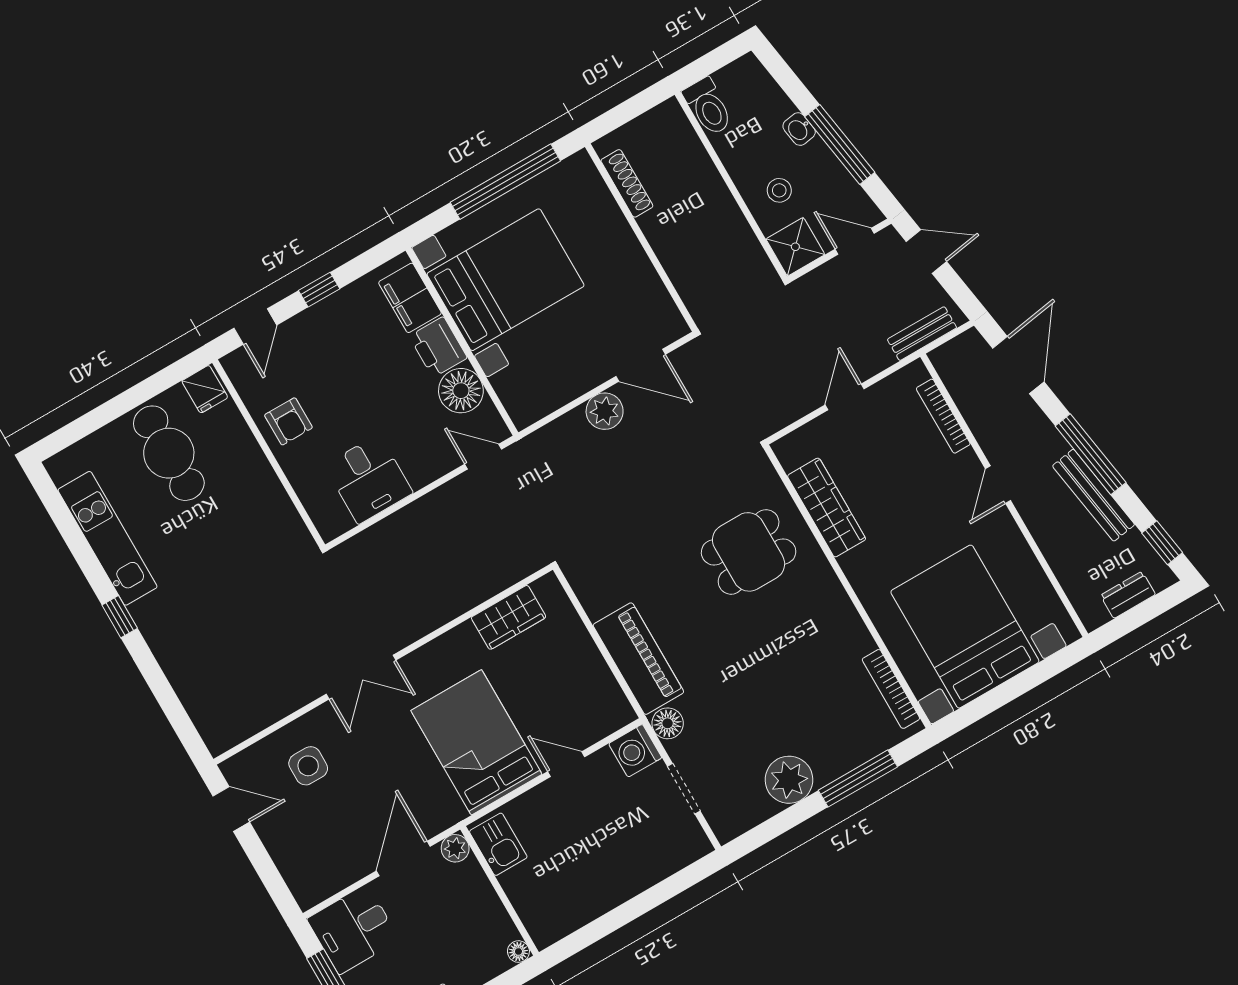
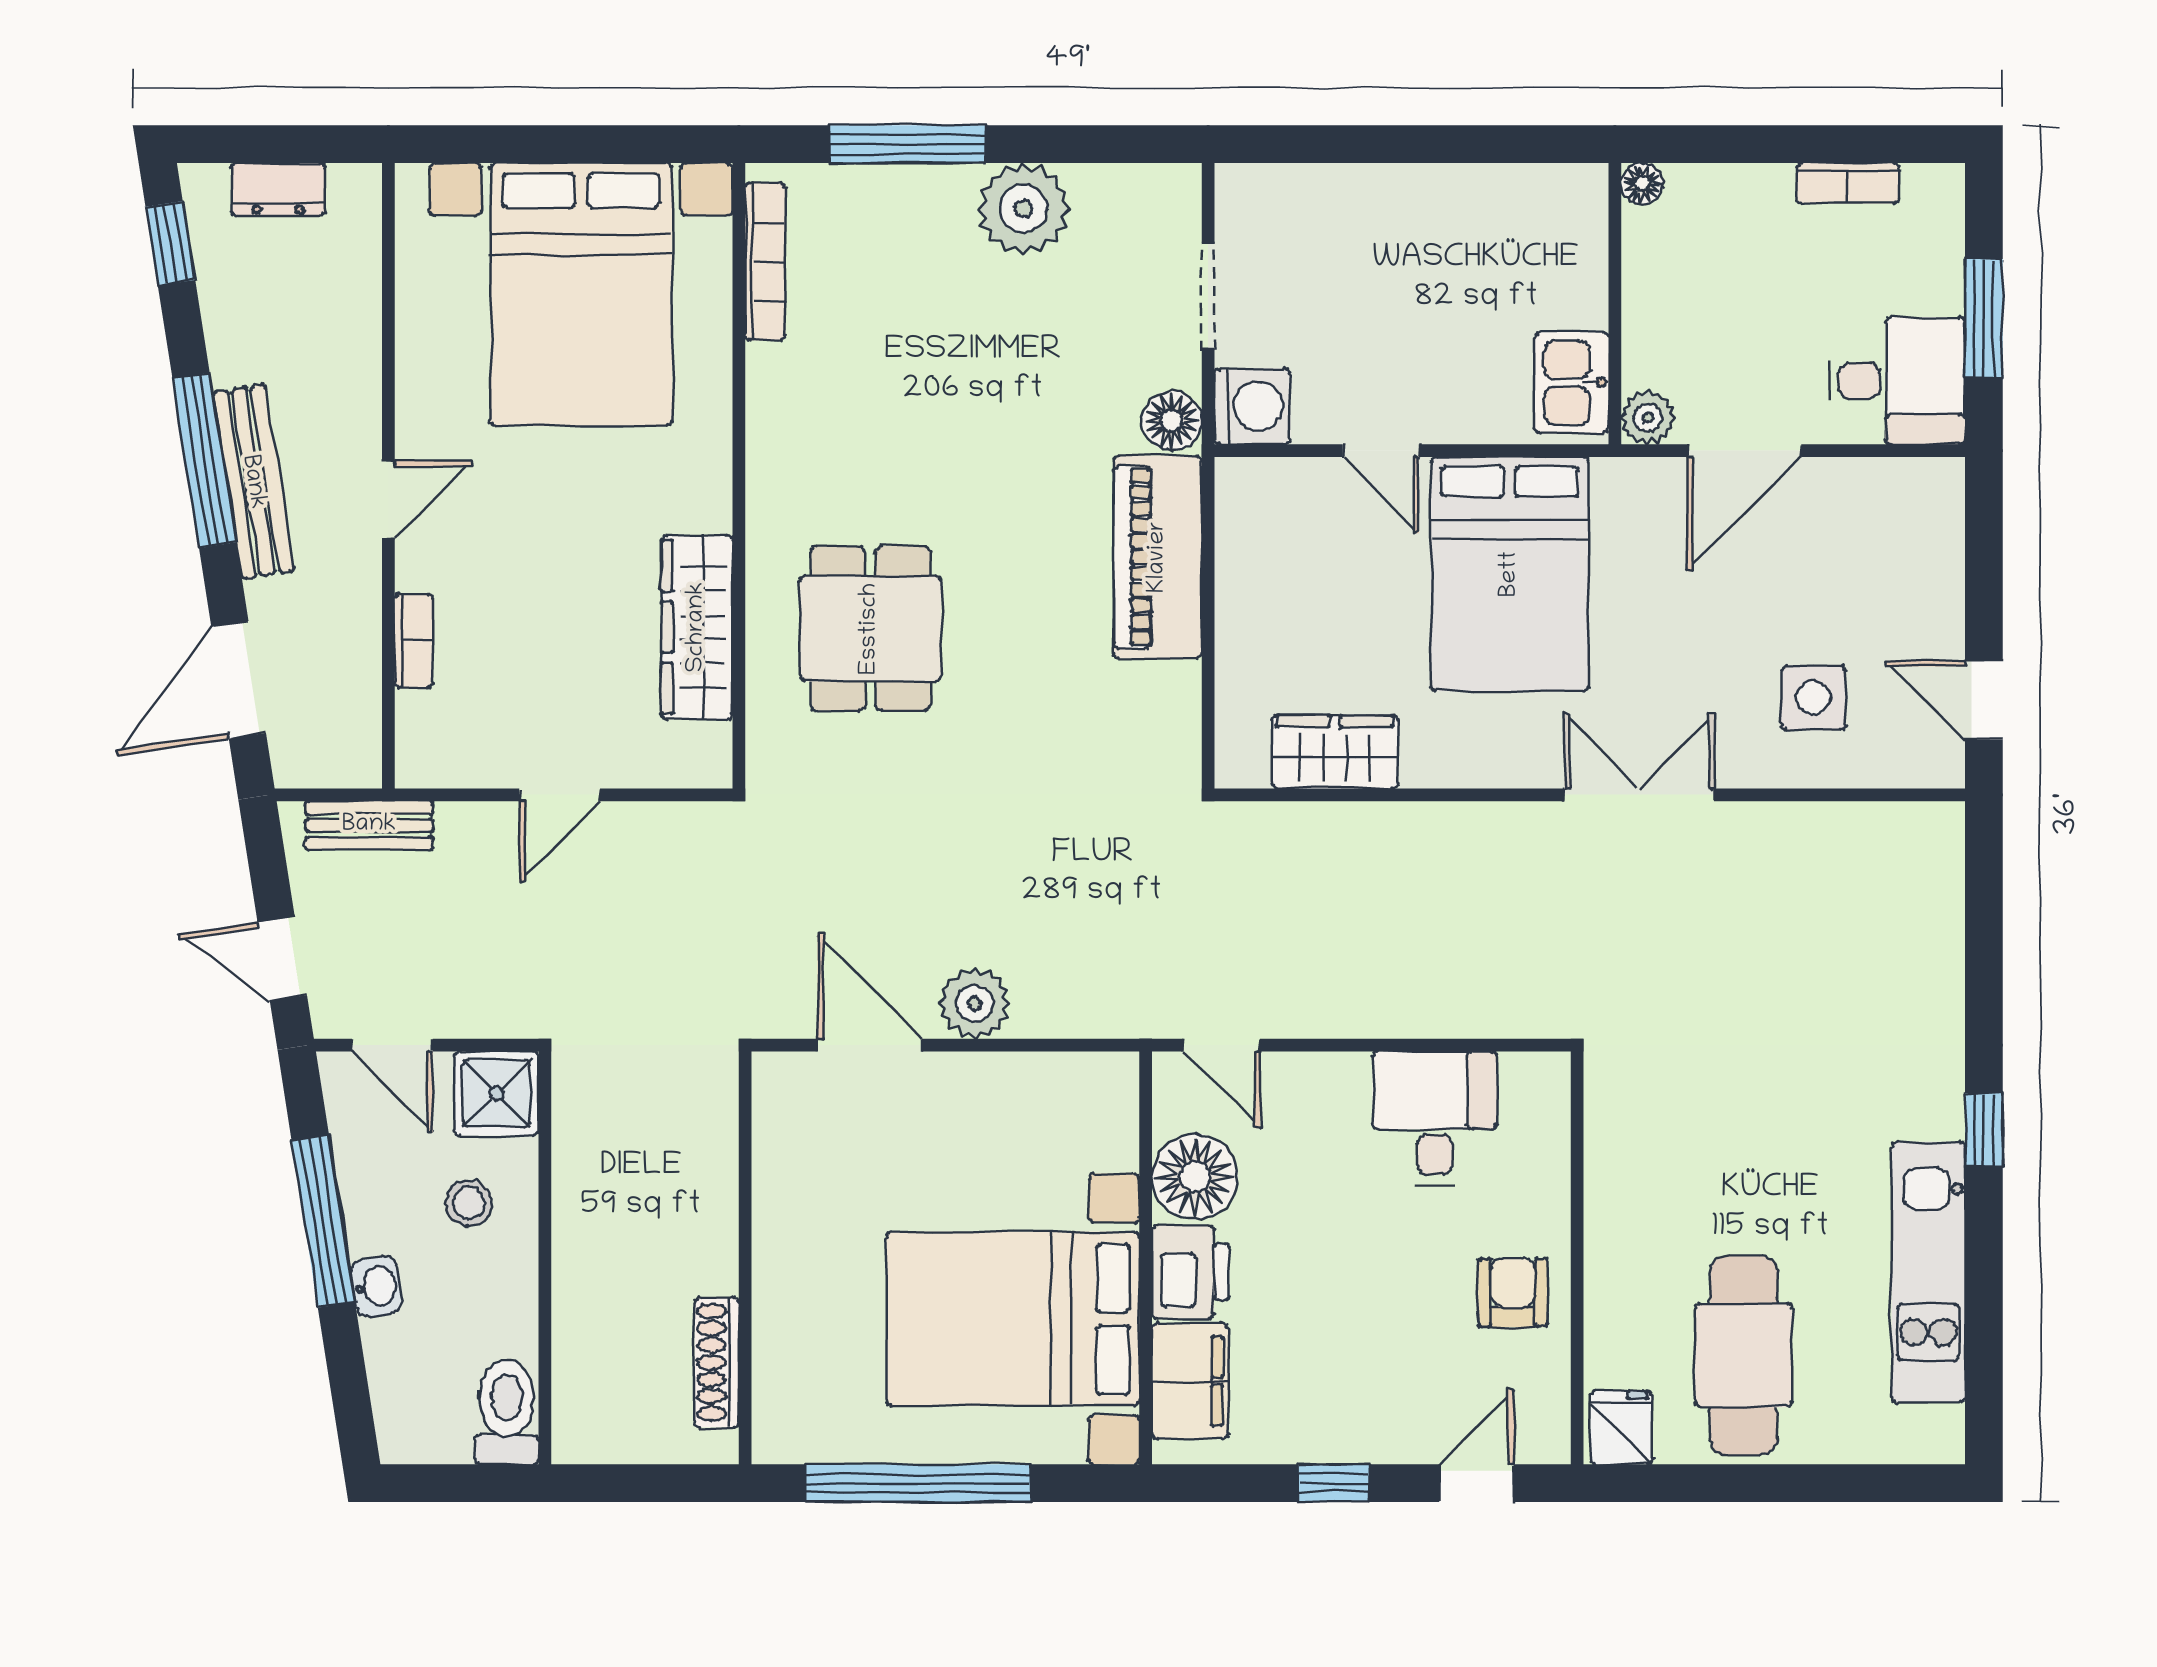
bookcase: (943, 416) -> (414, 640), width x0.64
bench: (1094, 495) -> (253, 482), moved
dining table: (749, 552) -> (870, 629), turned 90

